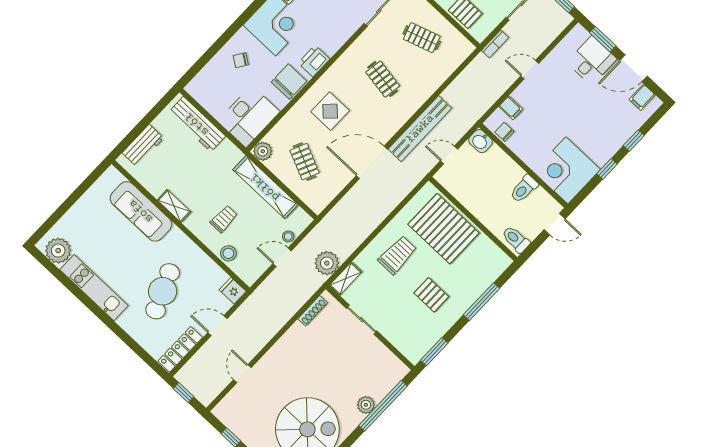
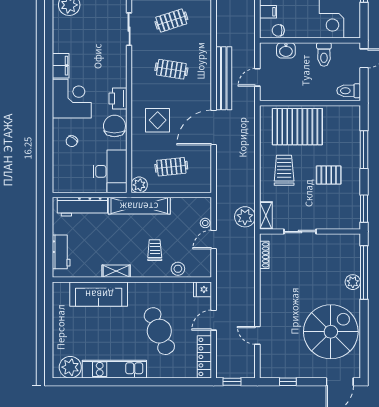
washbasin: (480, 141) -> (286, 50), moved
clothes rail: (305, 162) -> (171, 167), turned -30
shelving: (265, 187) -> (139, 206), moved

